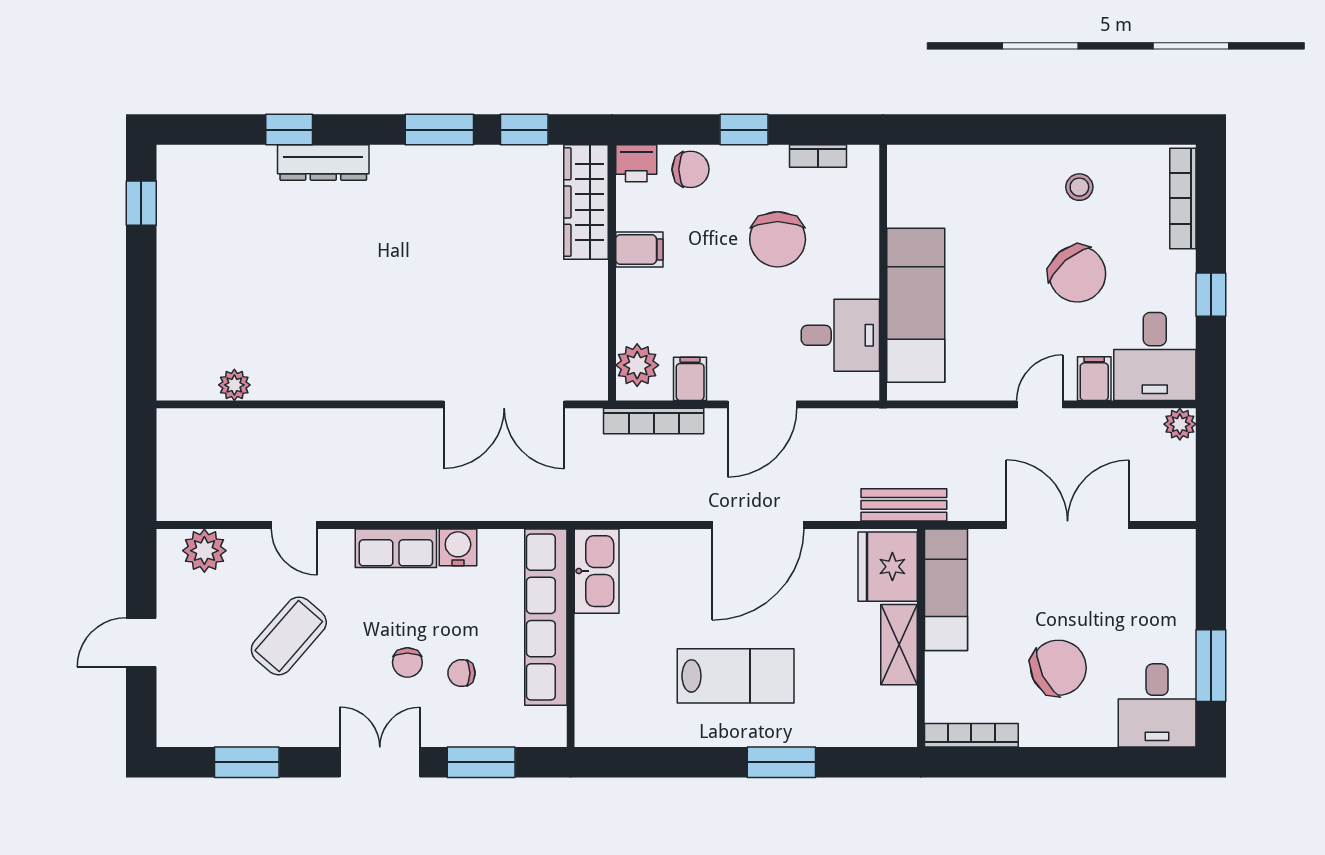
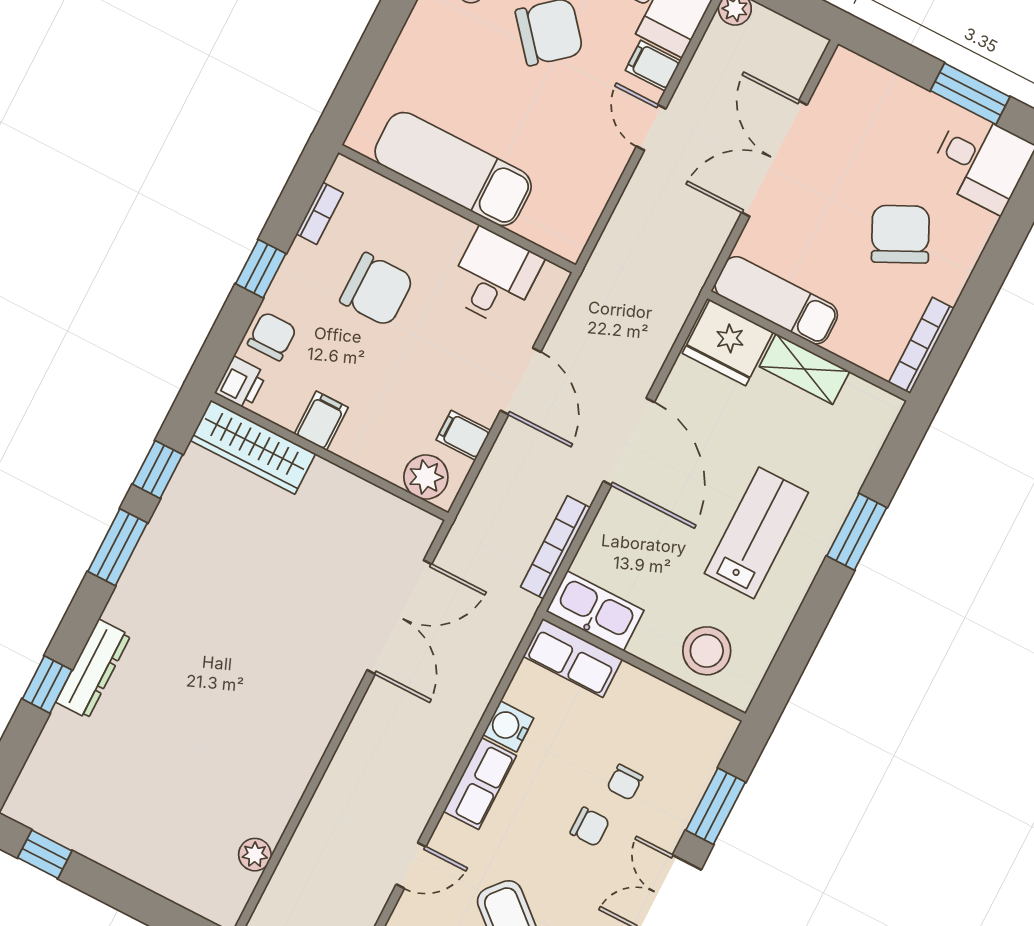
exam couch: (916, 305) -> (453, 169), moved
bookcase: (654, 421) -> (555, 547), moved, turned 180
bench: (904, 505) -> (679, 299), removed
row of seats: (546, 617) -> (573, 658), width x0.50
stool: (612, 685) -> (707, 651), added

